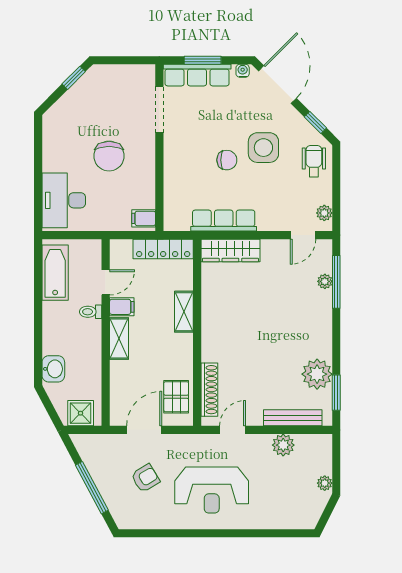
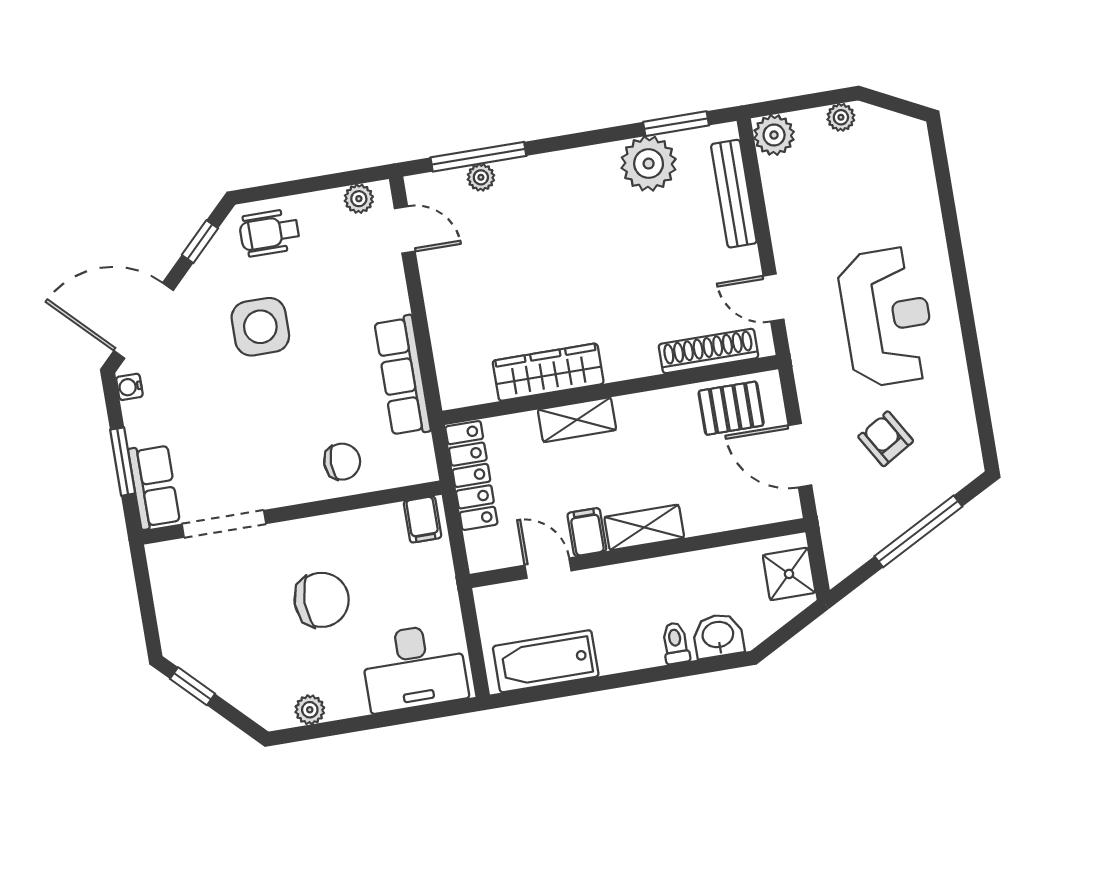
row of seats: (197, 75) -> (154, 486), width x0.68
plant: (50, 140) -> (310, 710), added
chair: (227, 160) -> (342, 462), moved, turned 90
wardrobe: (230, 250) -> (548, 372), moved, turned -90
toilet: (91, 312) -> (676, 643), moved, turned 180
plant: (283, 445) -> (774, 135), moved

